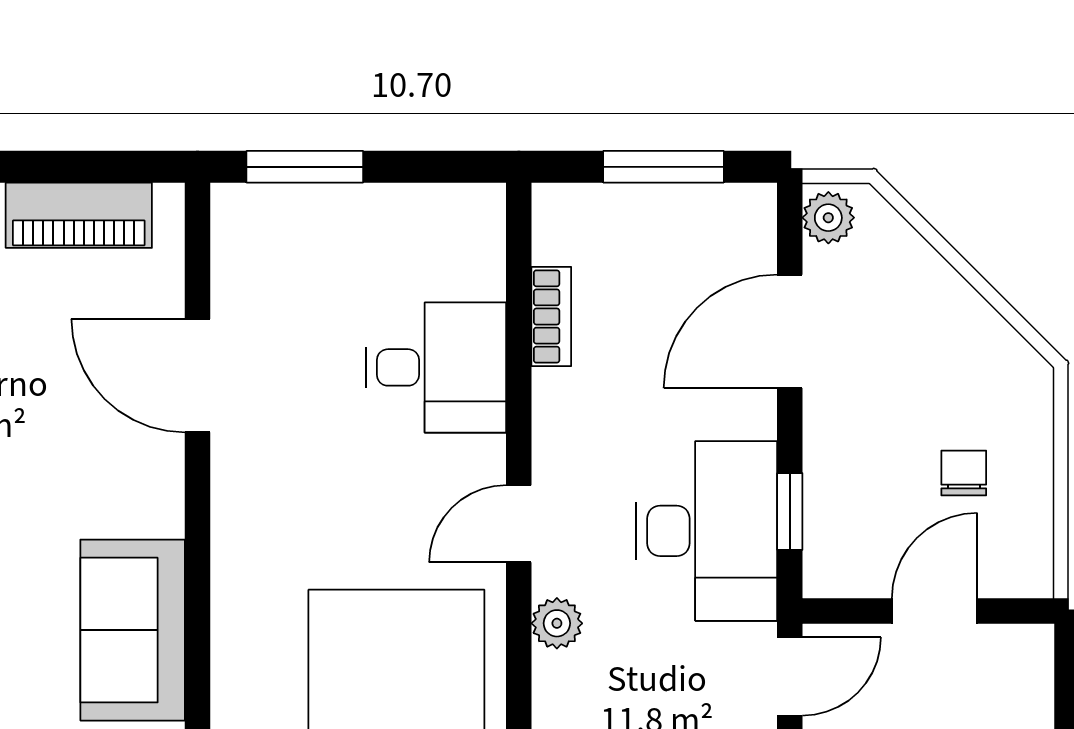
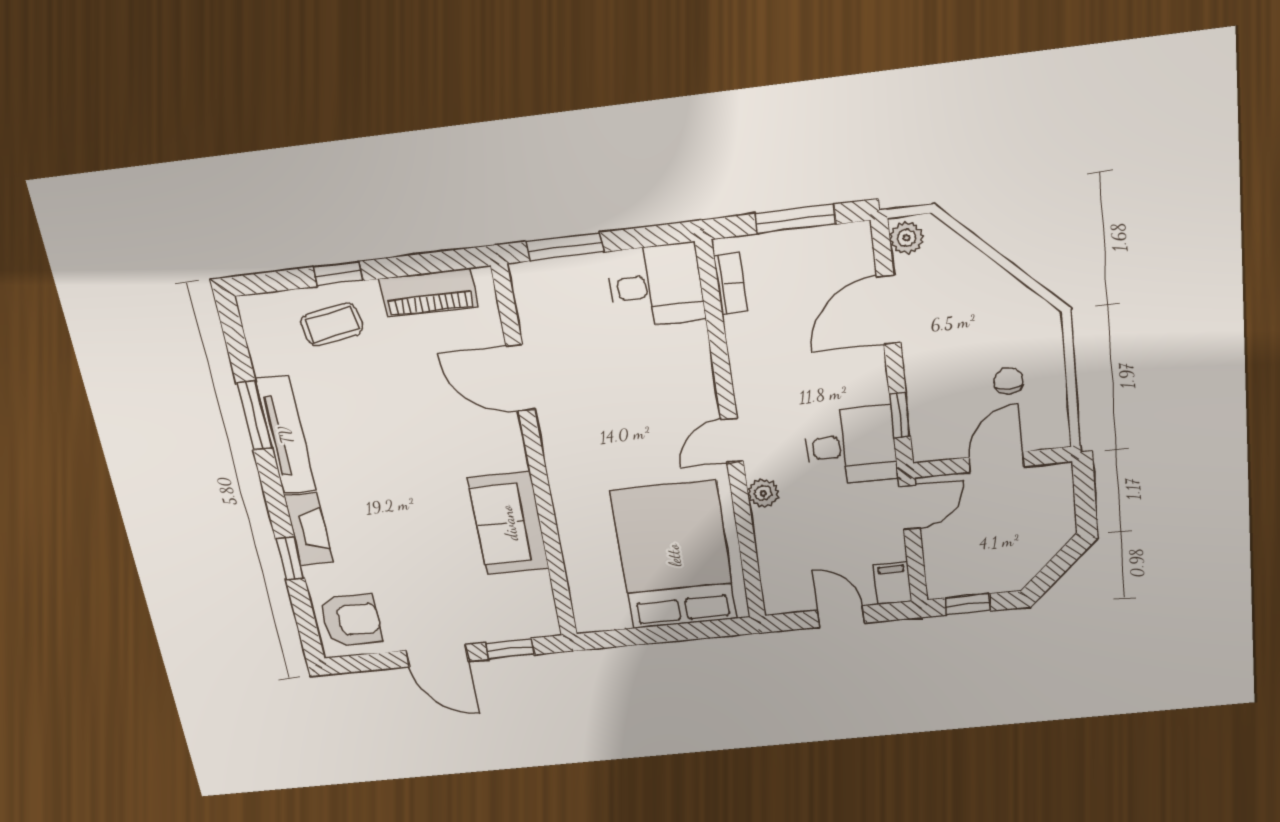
bookcase: (551, 317) -> (730, 284), moved
desk: (436, 367) -> (656, 286), moved
desk: (707, 531) -> (851, 446), width x0.73

